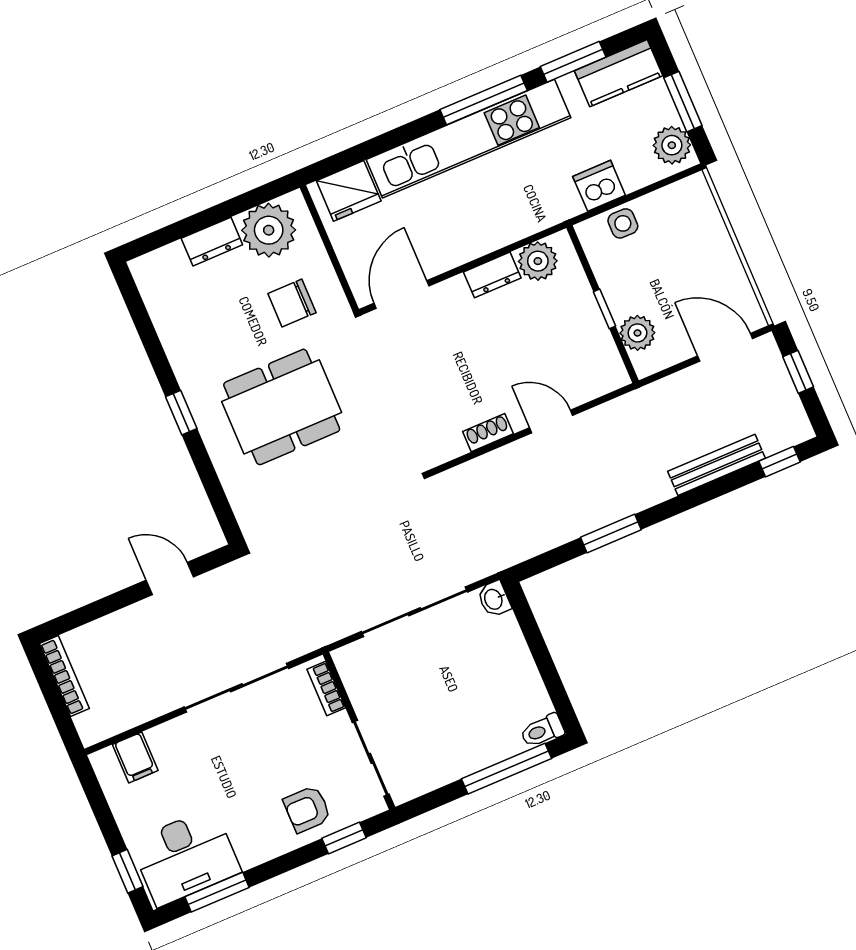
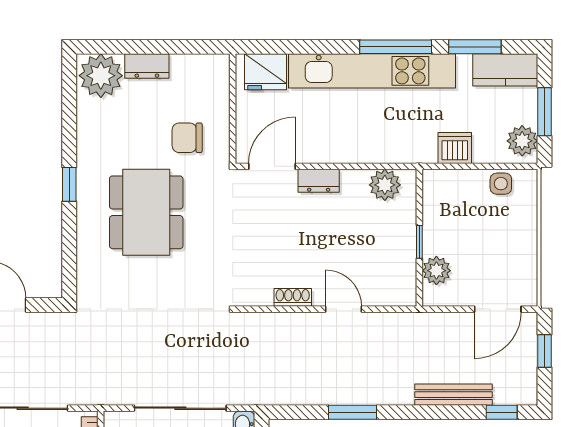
side table: (623, 223) -> (501, 184), moved
plant: (269, 230) -> (101, 76), moved
dresser: (492, 275) -> (319, 181), moved
door: (725, 347) -> (498, 309), swing flipped
dining table: (282, 407) -> (146, 212), turned 90

